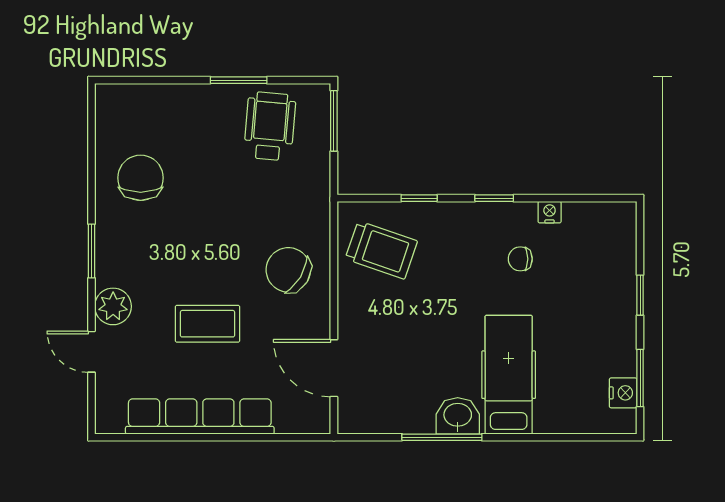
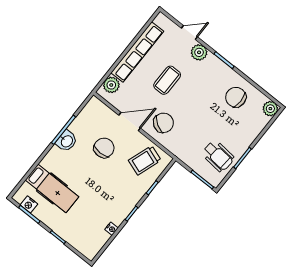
plant: (112, 100) -> (270, 109), added
chair: (141, 178) -> (236, 97), turned 180
chair: (520, 259) -> (104, 148), moved, width x1.87, depth x1.87
door: (334, 368) -> (130, 122), moved
hospital bed: (509, 375) -> (52, 188), moved
plant: (295, 416) -> (111, 85), added

